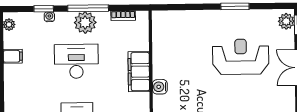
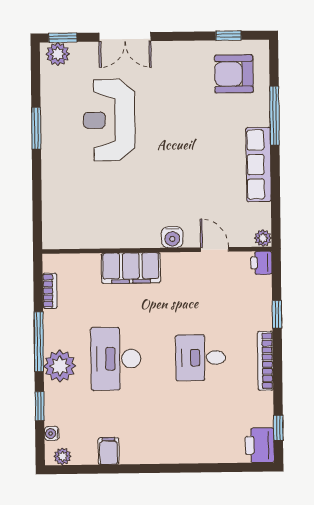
water cooler: (49, 17) -> (52, 434), moved
plant: (85, 22) -> (60, 366), moved
water cooler: (160, 87) -> (172, 237), moved

